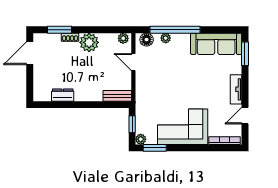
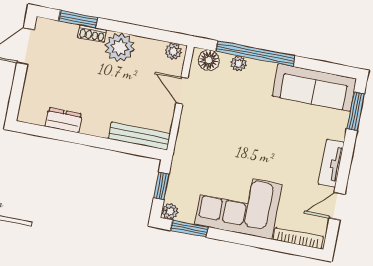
bench: (117, 96) -> (139, 136), width x1.36

